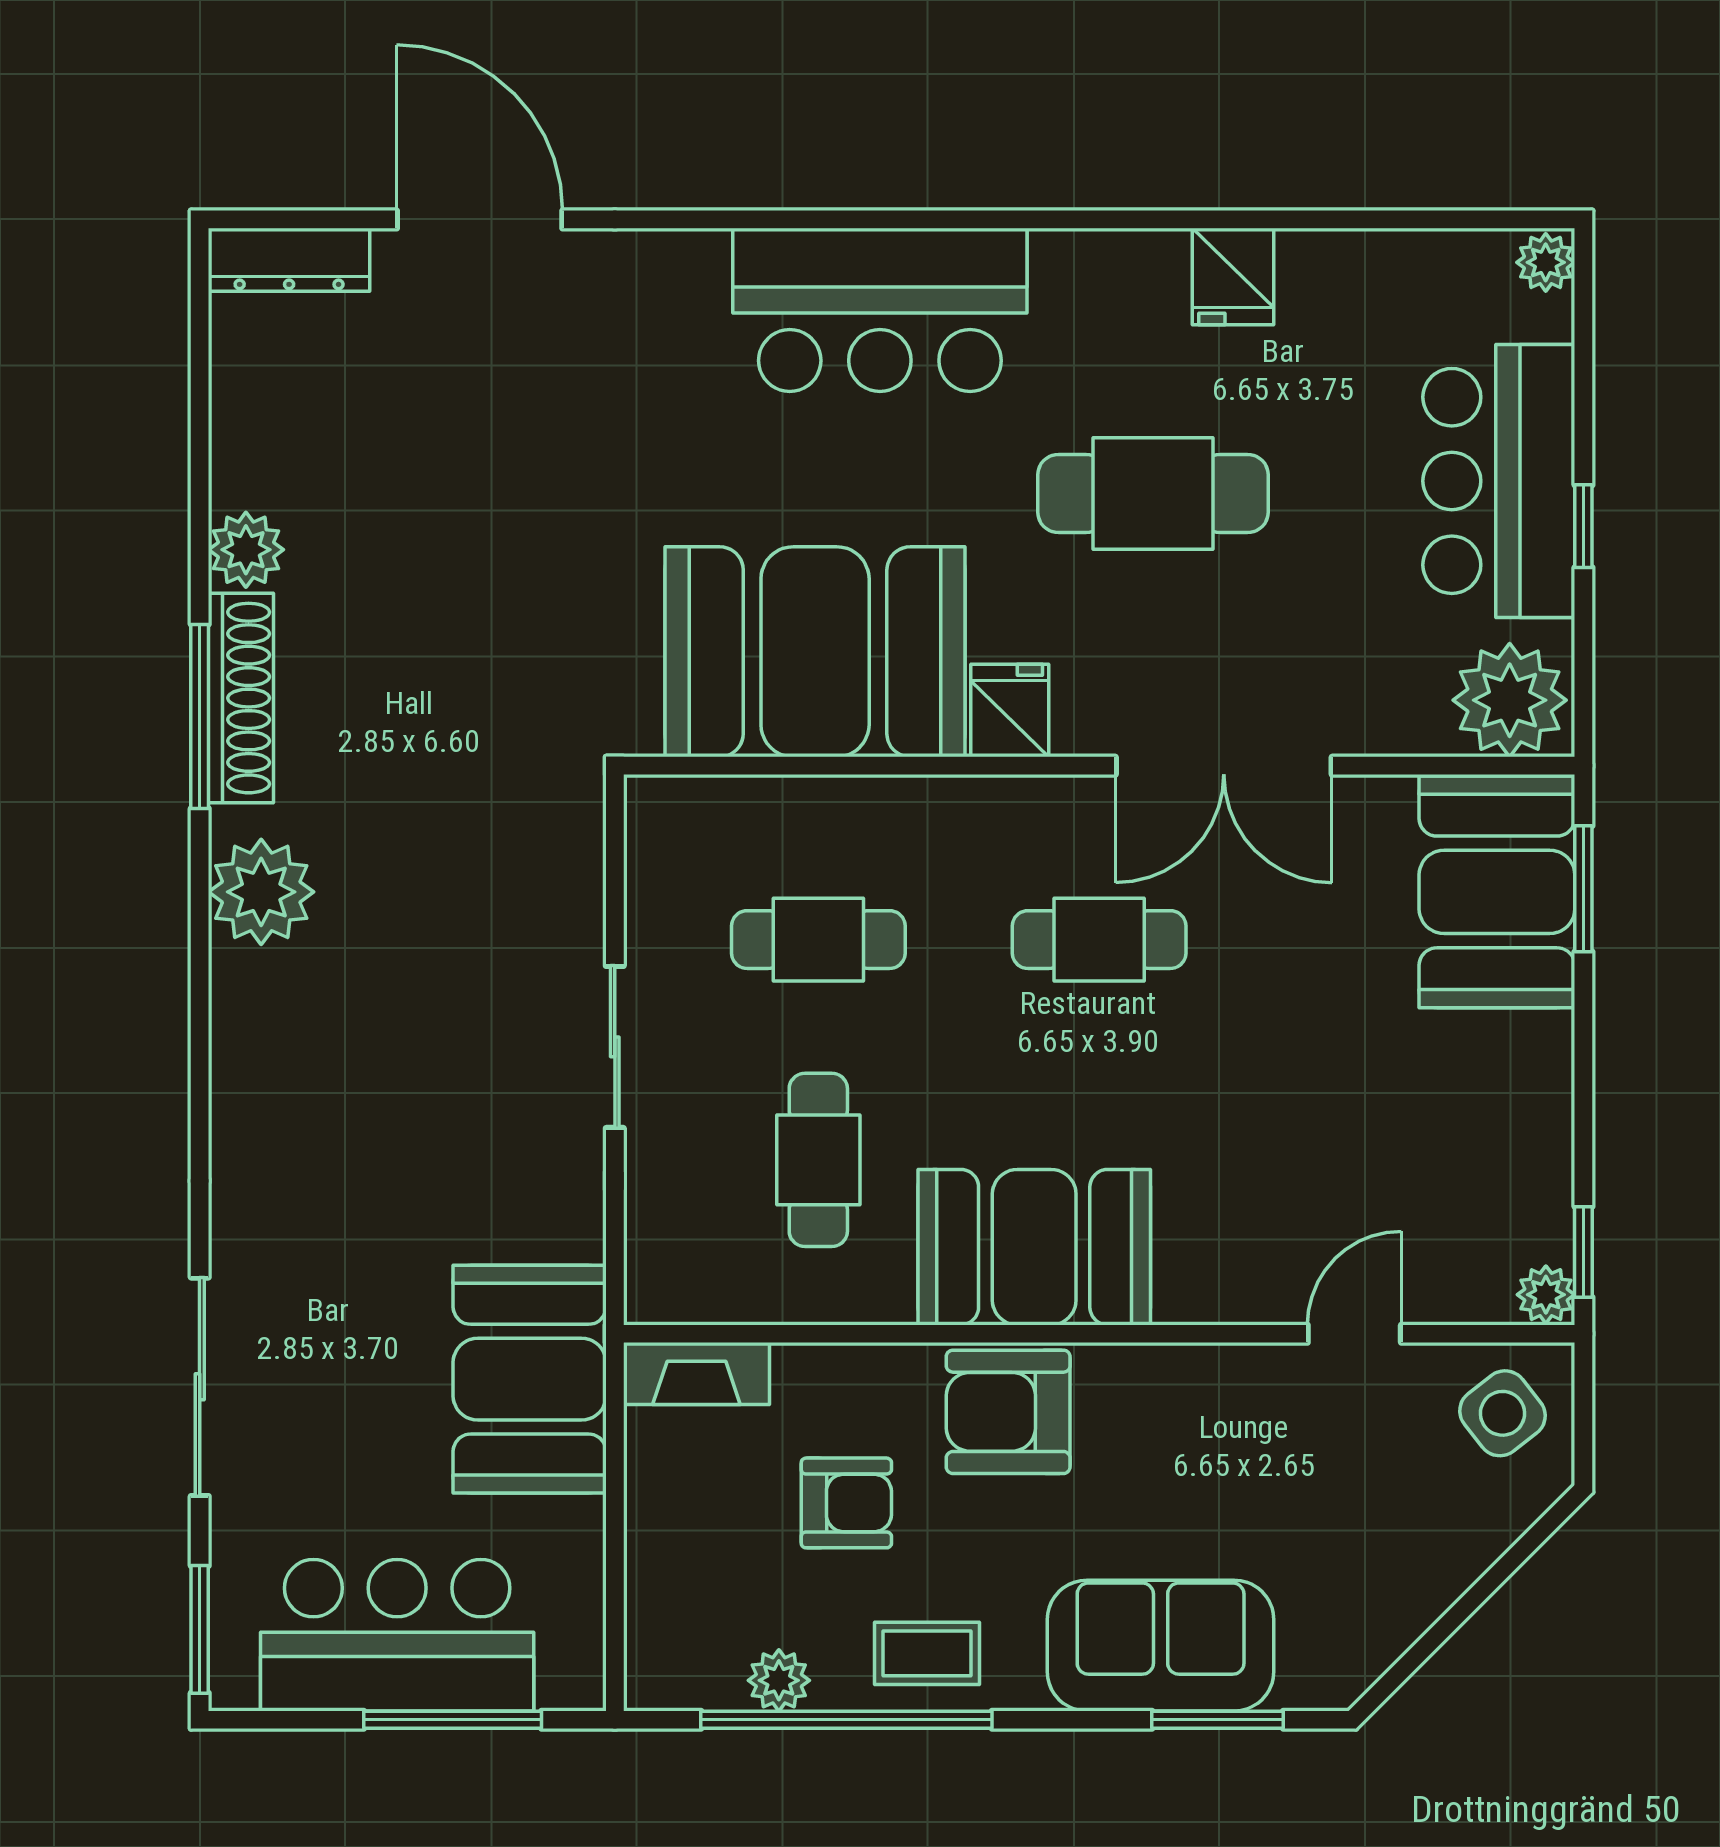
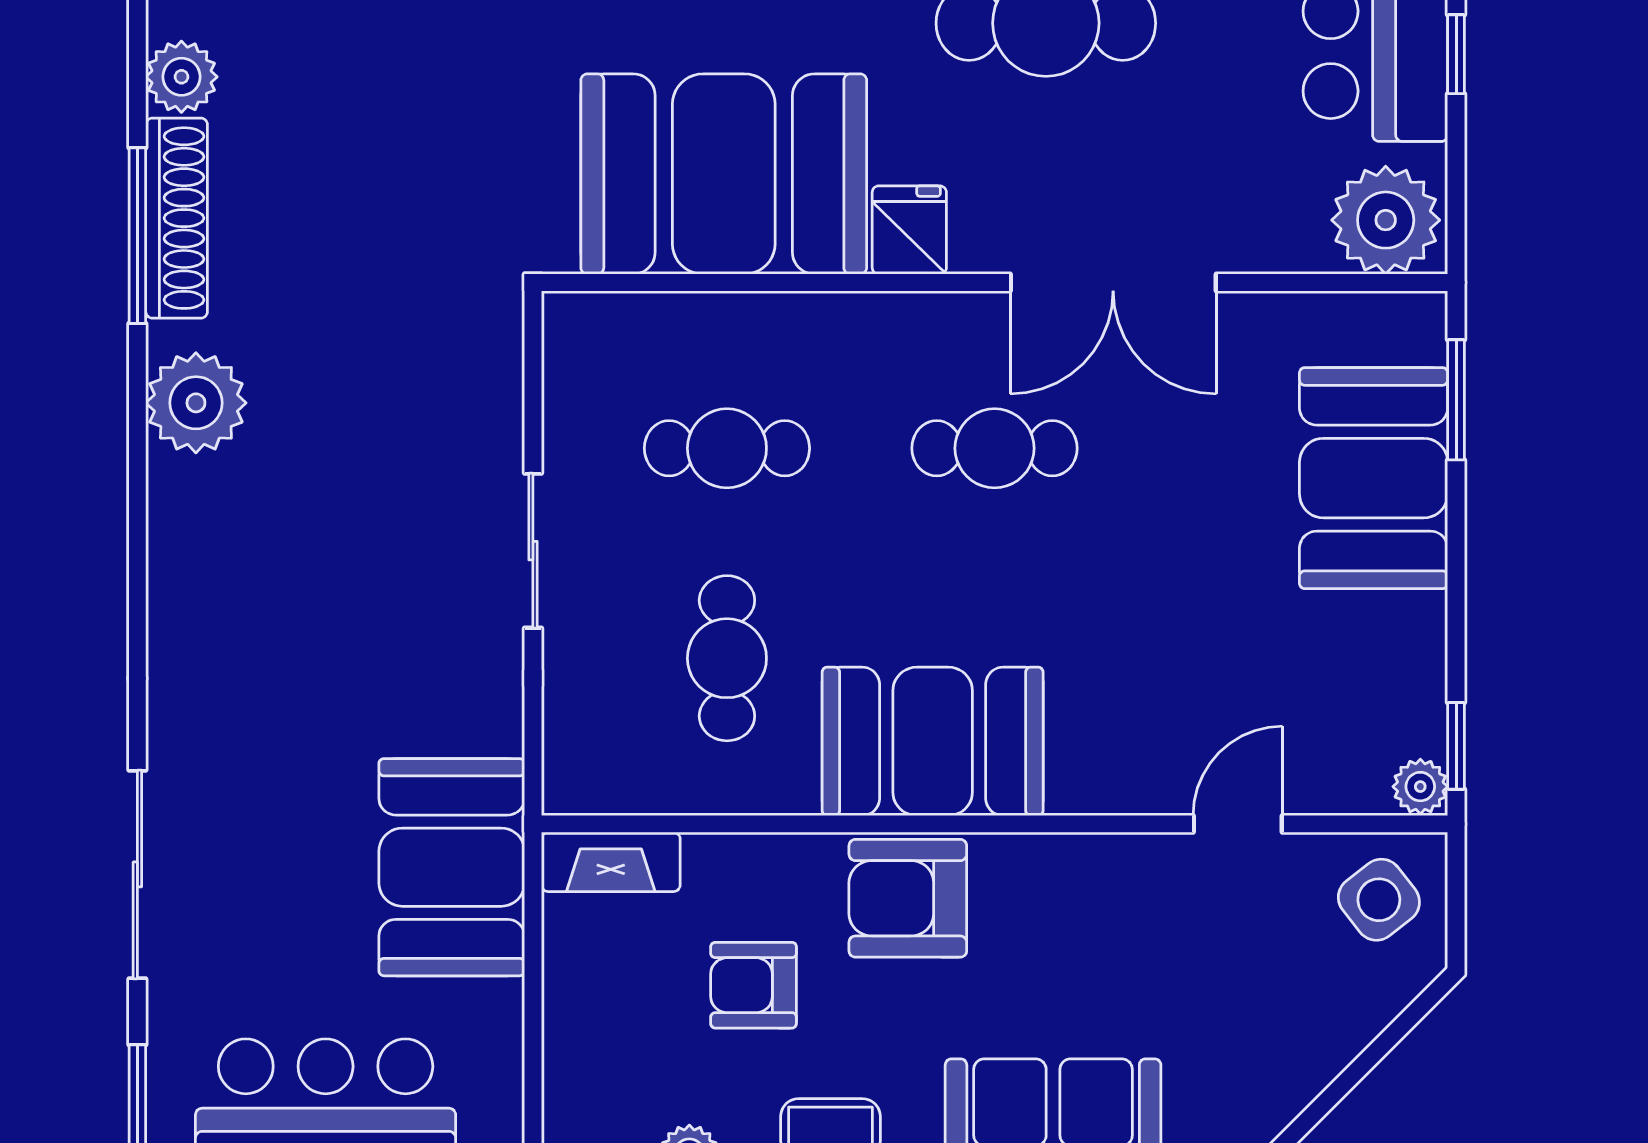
booth: (1497, 892) -> (1374, 478), moved
armchair: (846, 1503) -> (754, 985), turned 180

